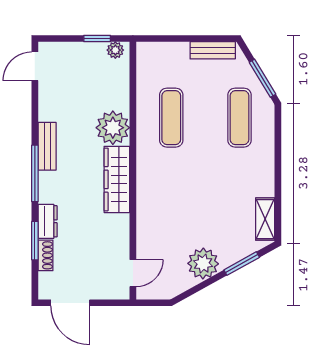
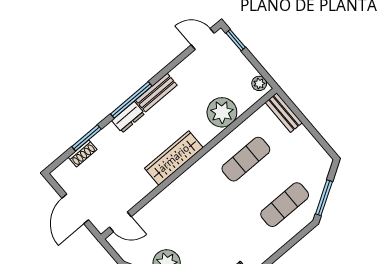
window: (97, 39) -> (236, 40), moved
bench: (213, 50) -> (284, 113), moved
plant: (113, 128) -> (222, 112), moved
dresser: (48, 221) -> (128, 117), moved
door: (70, 303) -> (75, 209), moved

